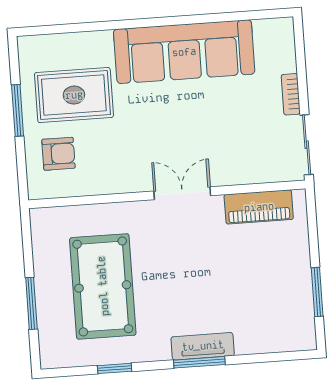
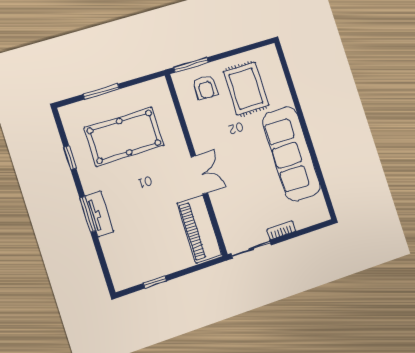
window: (18, 110) -> (191, 65), moved
piano: (259, 207) -> (199, 229), width x1.37, depth x1.33
window: (317, 292) -> (155, 282), width x0.67

